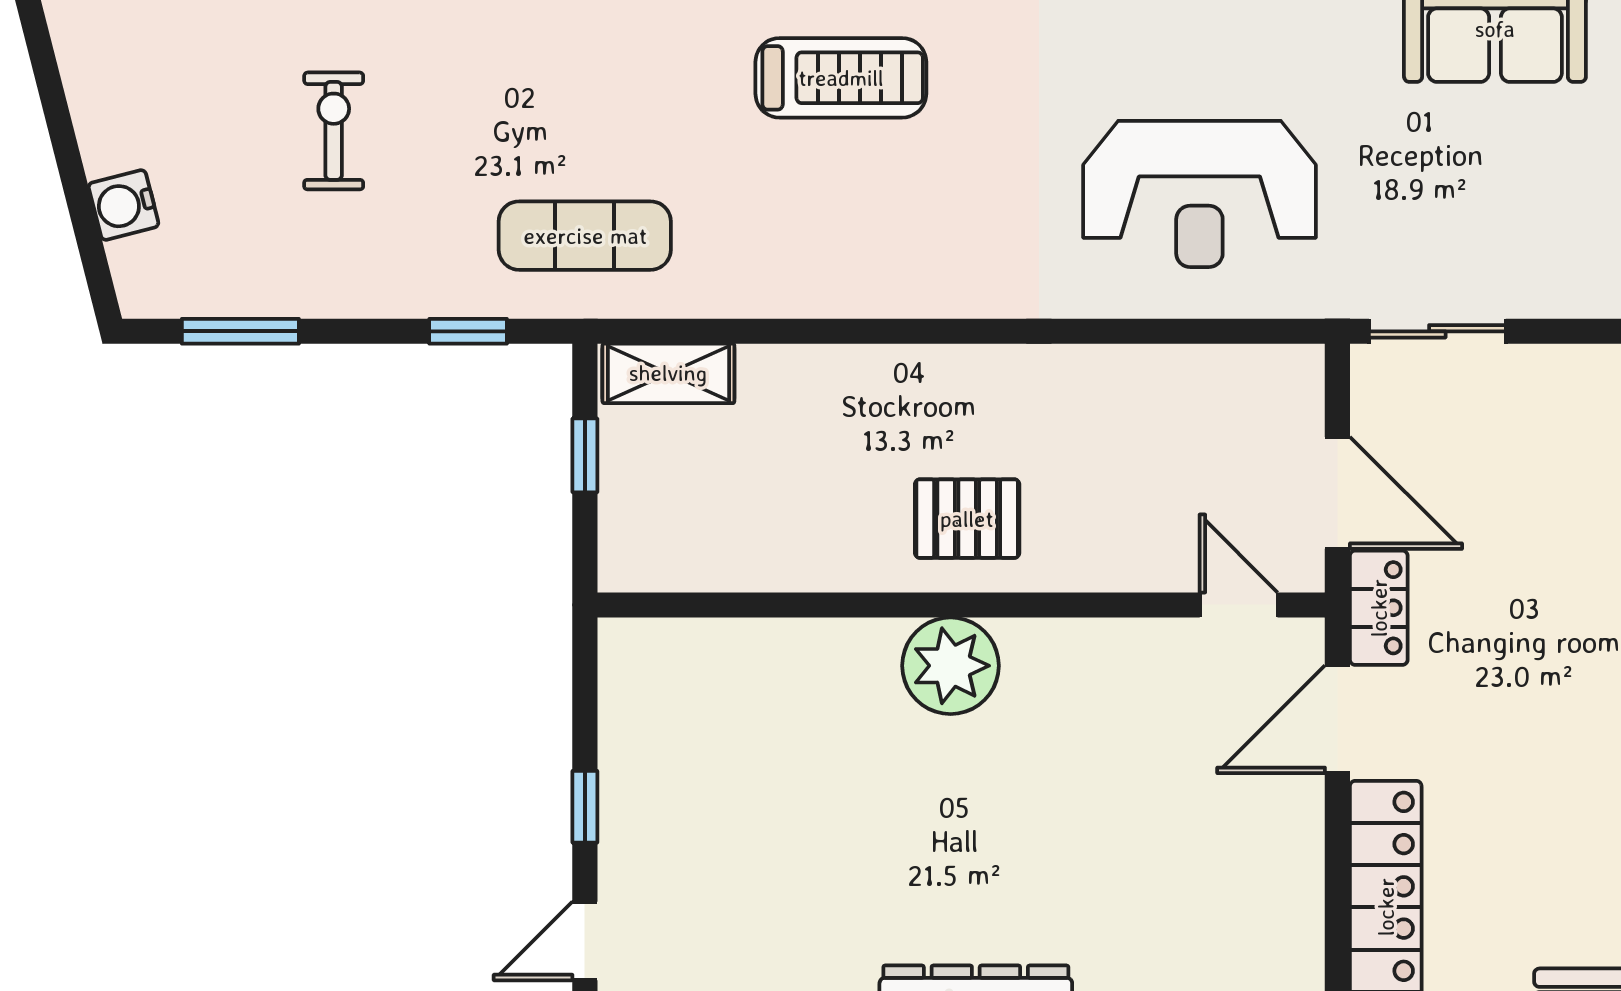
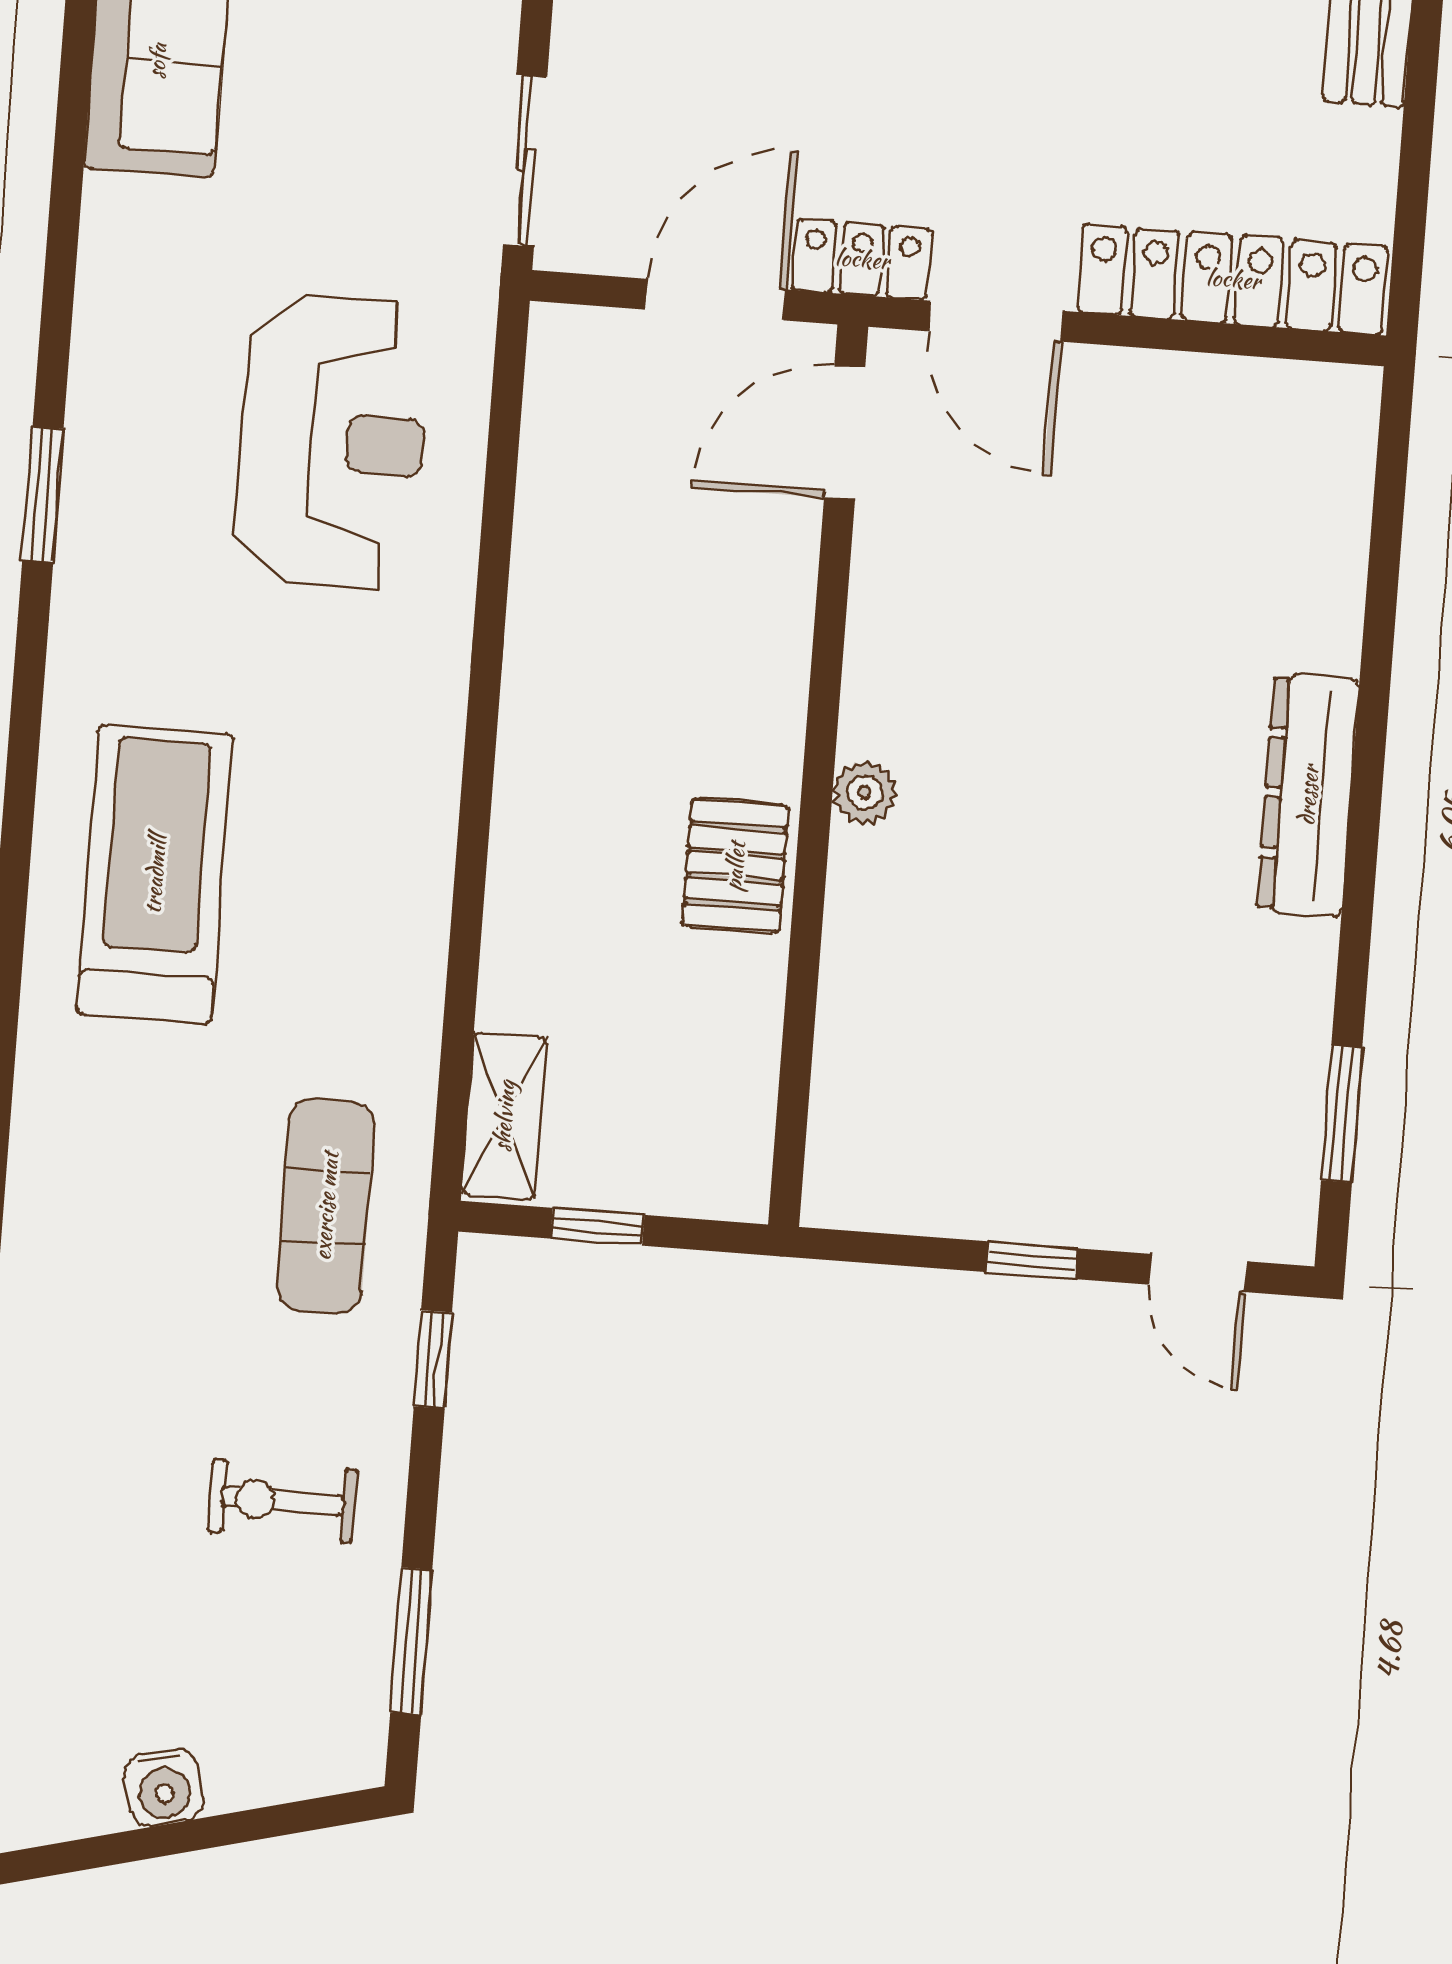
treadmill: (841, 78) -> (155, 874), width x1.37, depth x1.38
exercise bike: (334, 131) -> (283, 1501), moved
water cooler: (123, 205) -> (164, 1788), moved
pallet: (967, 519) -> (735, 866), moved
door: (1239, 605) -> (845, 432), width x1.38
plant: (951, 666) -> (865, 792), width x0.53, depth x0.53

